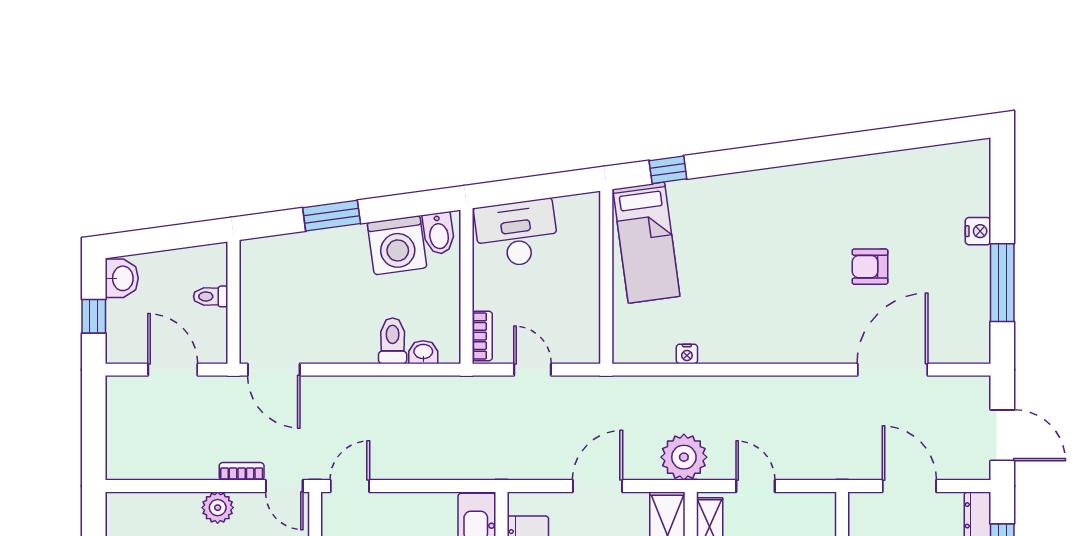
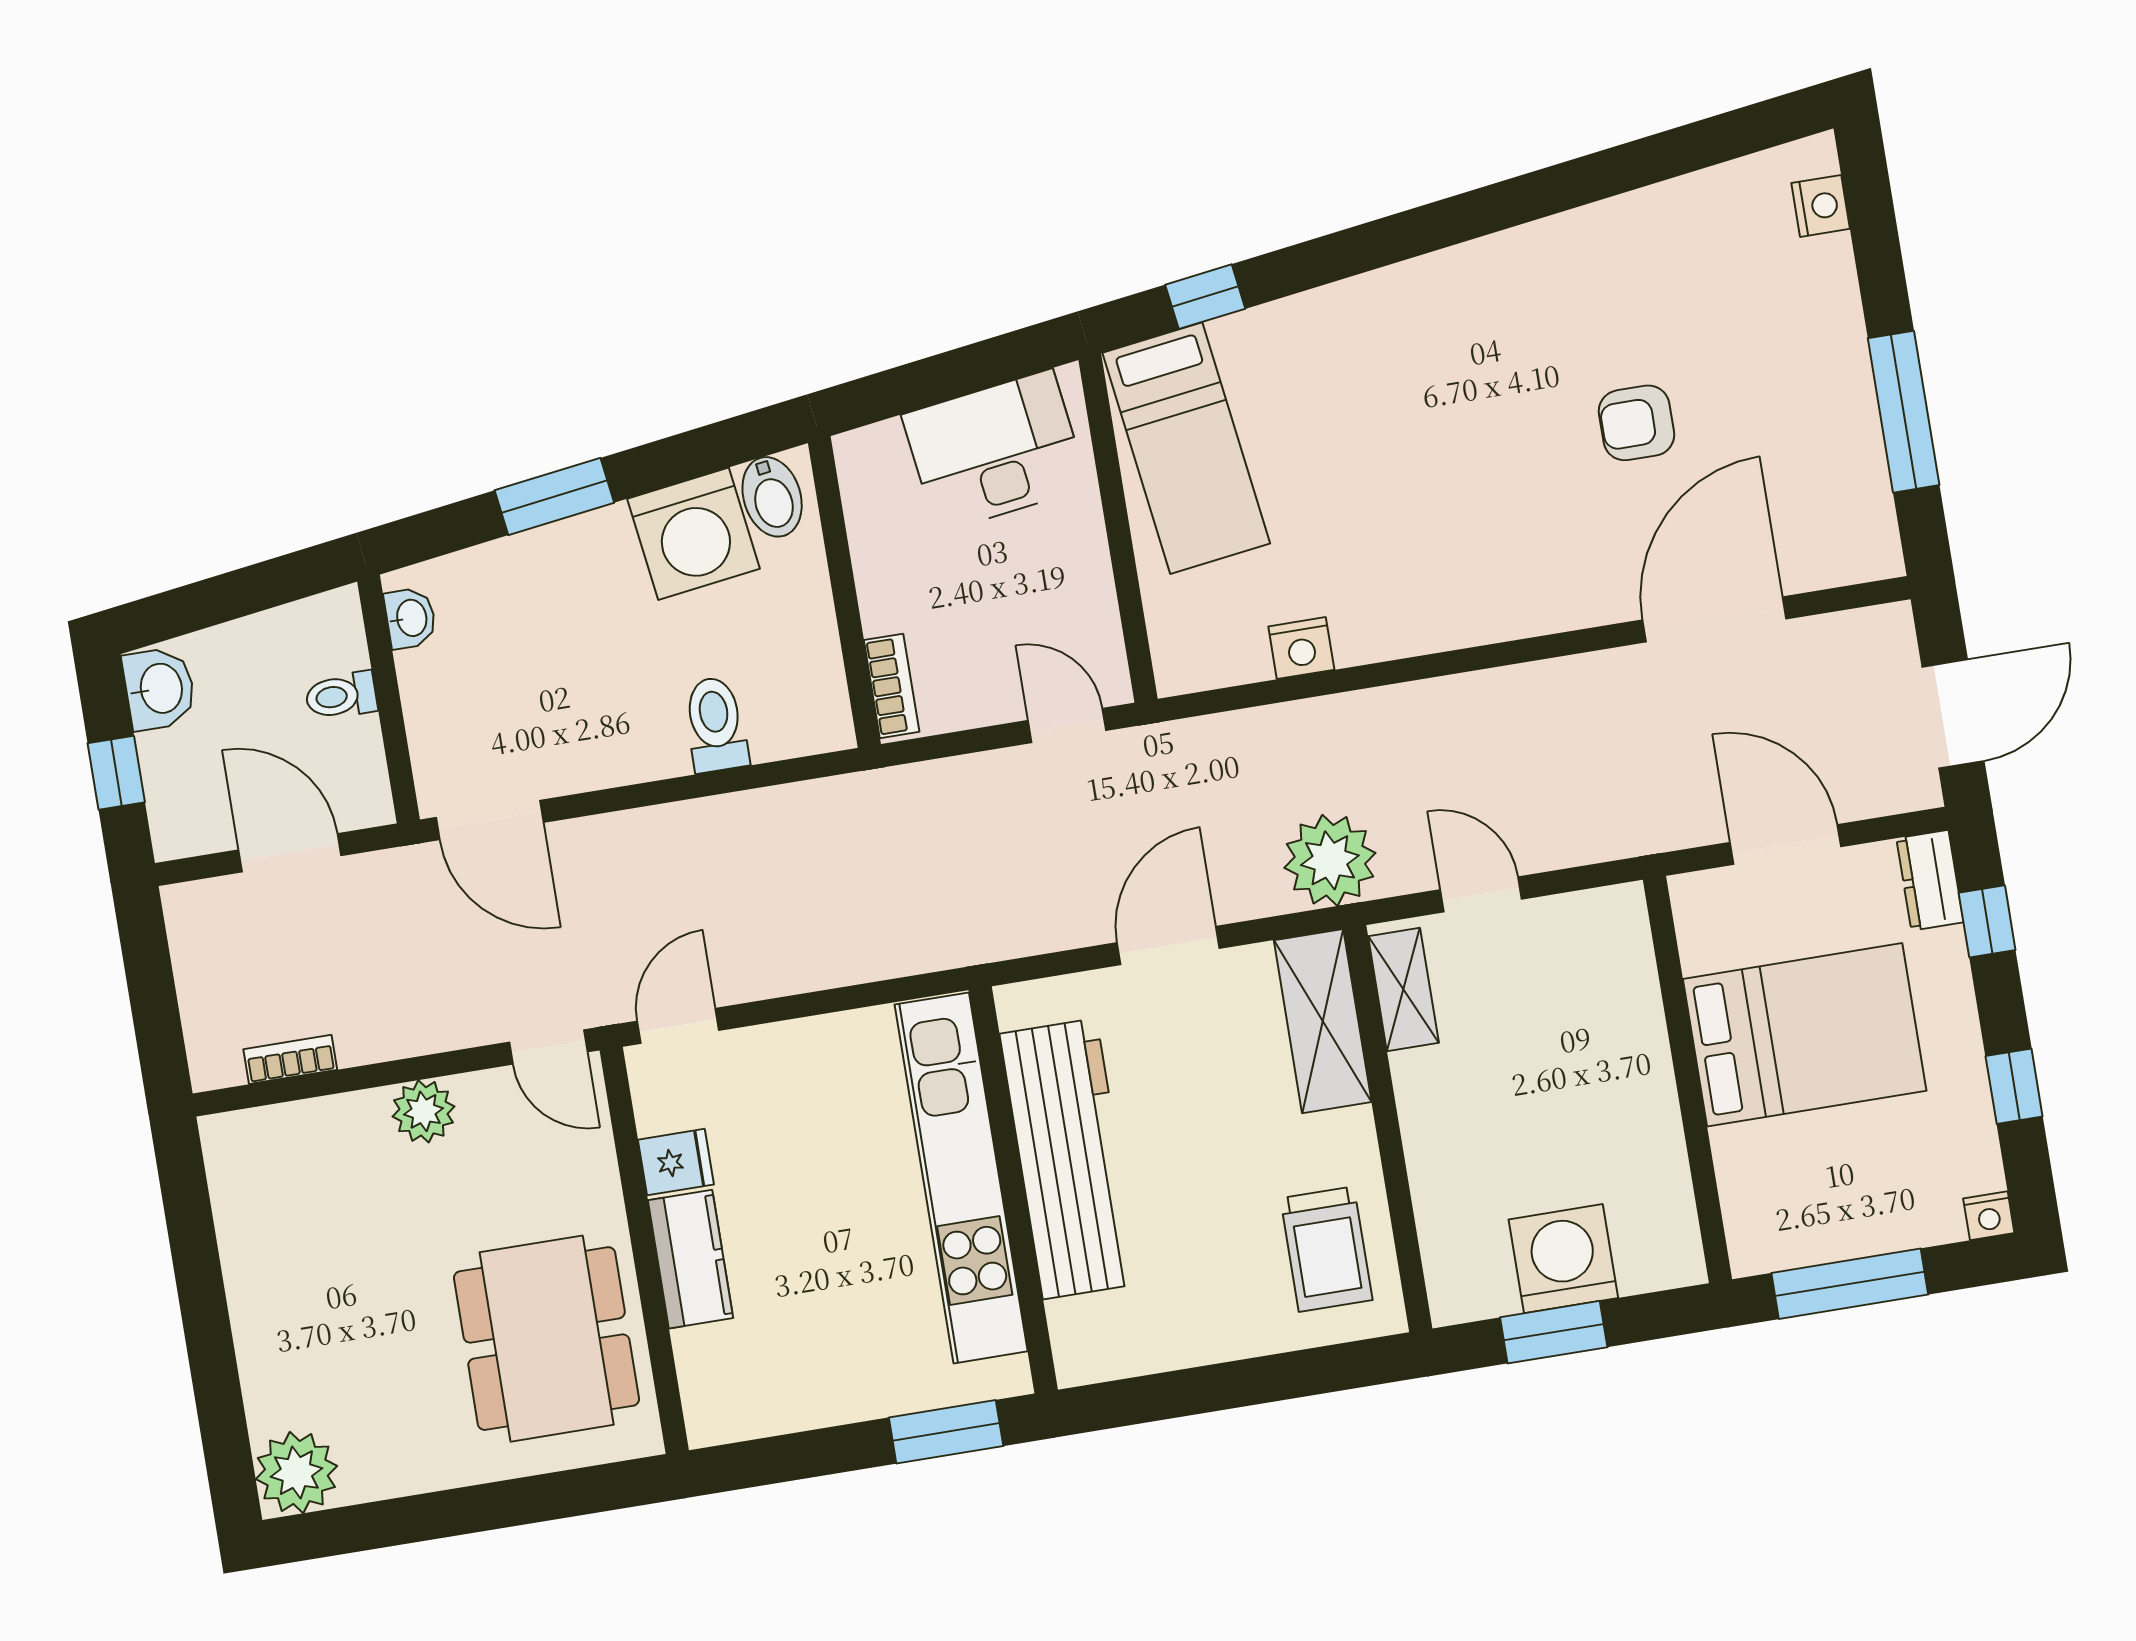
nightstand: (978, 231) -> (1821, 206), moved
desk: (517, 234) -> (995, 451), moved
washbasin: (423, 352) -> (410, 618), moved, turned 90
nightstand: (687, 354) -> (1301, 648), width x1.39, depth x1.35
door: (533, 370) -> (1067, 725), moved
door: (1002, 435) -> (1953, 714), hinge flipped
bookcase: (242, 471) -> (290, 1059), moved

